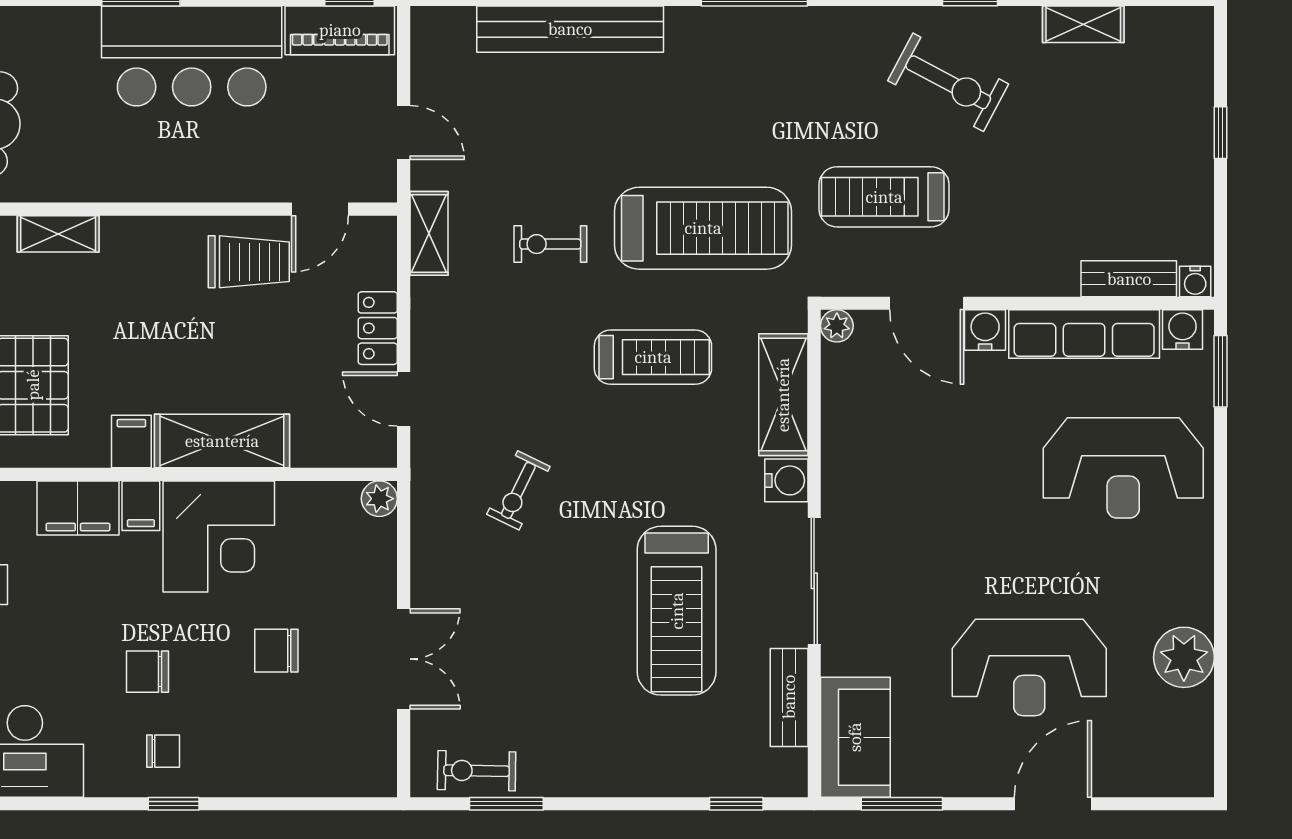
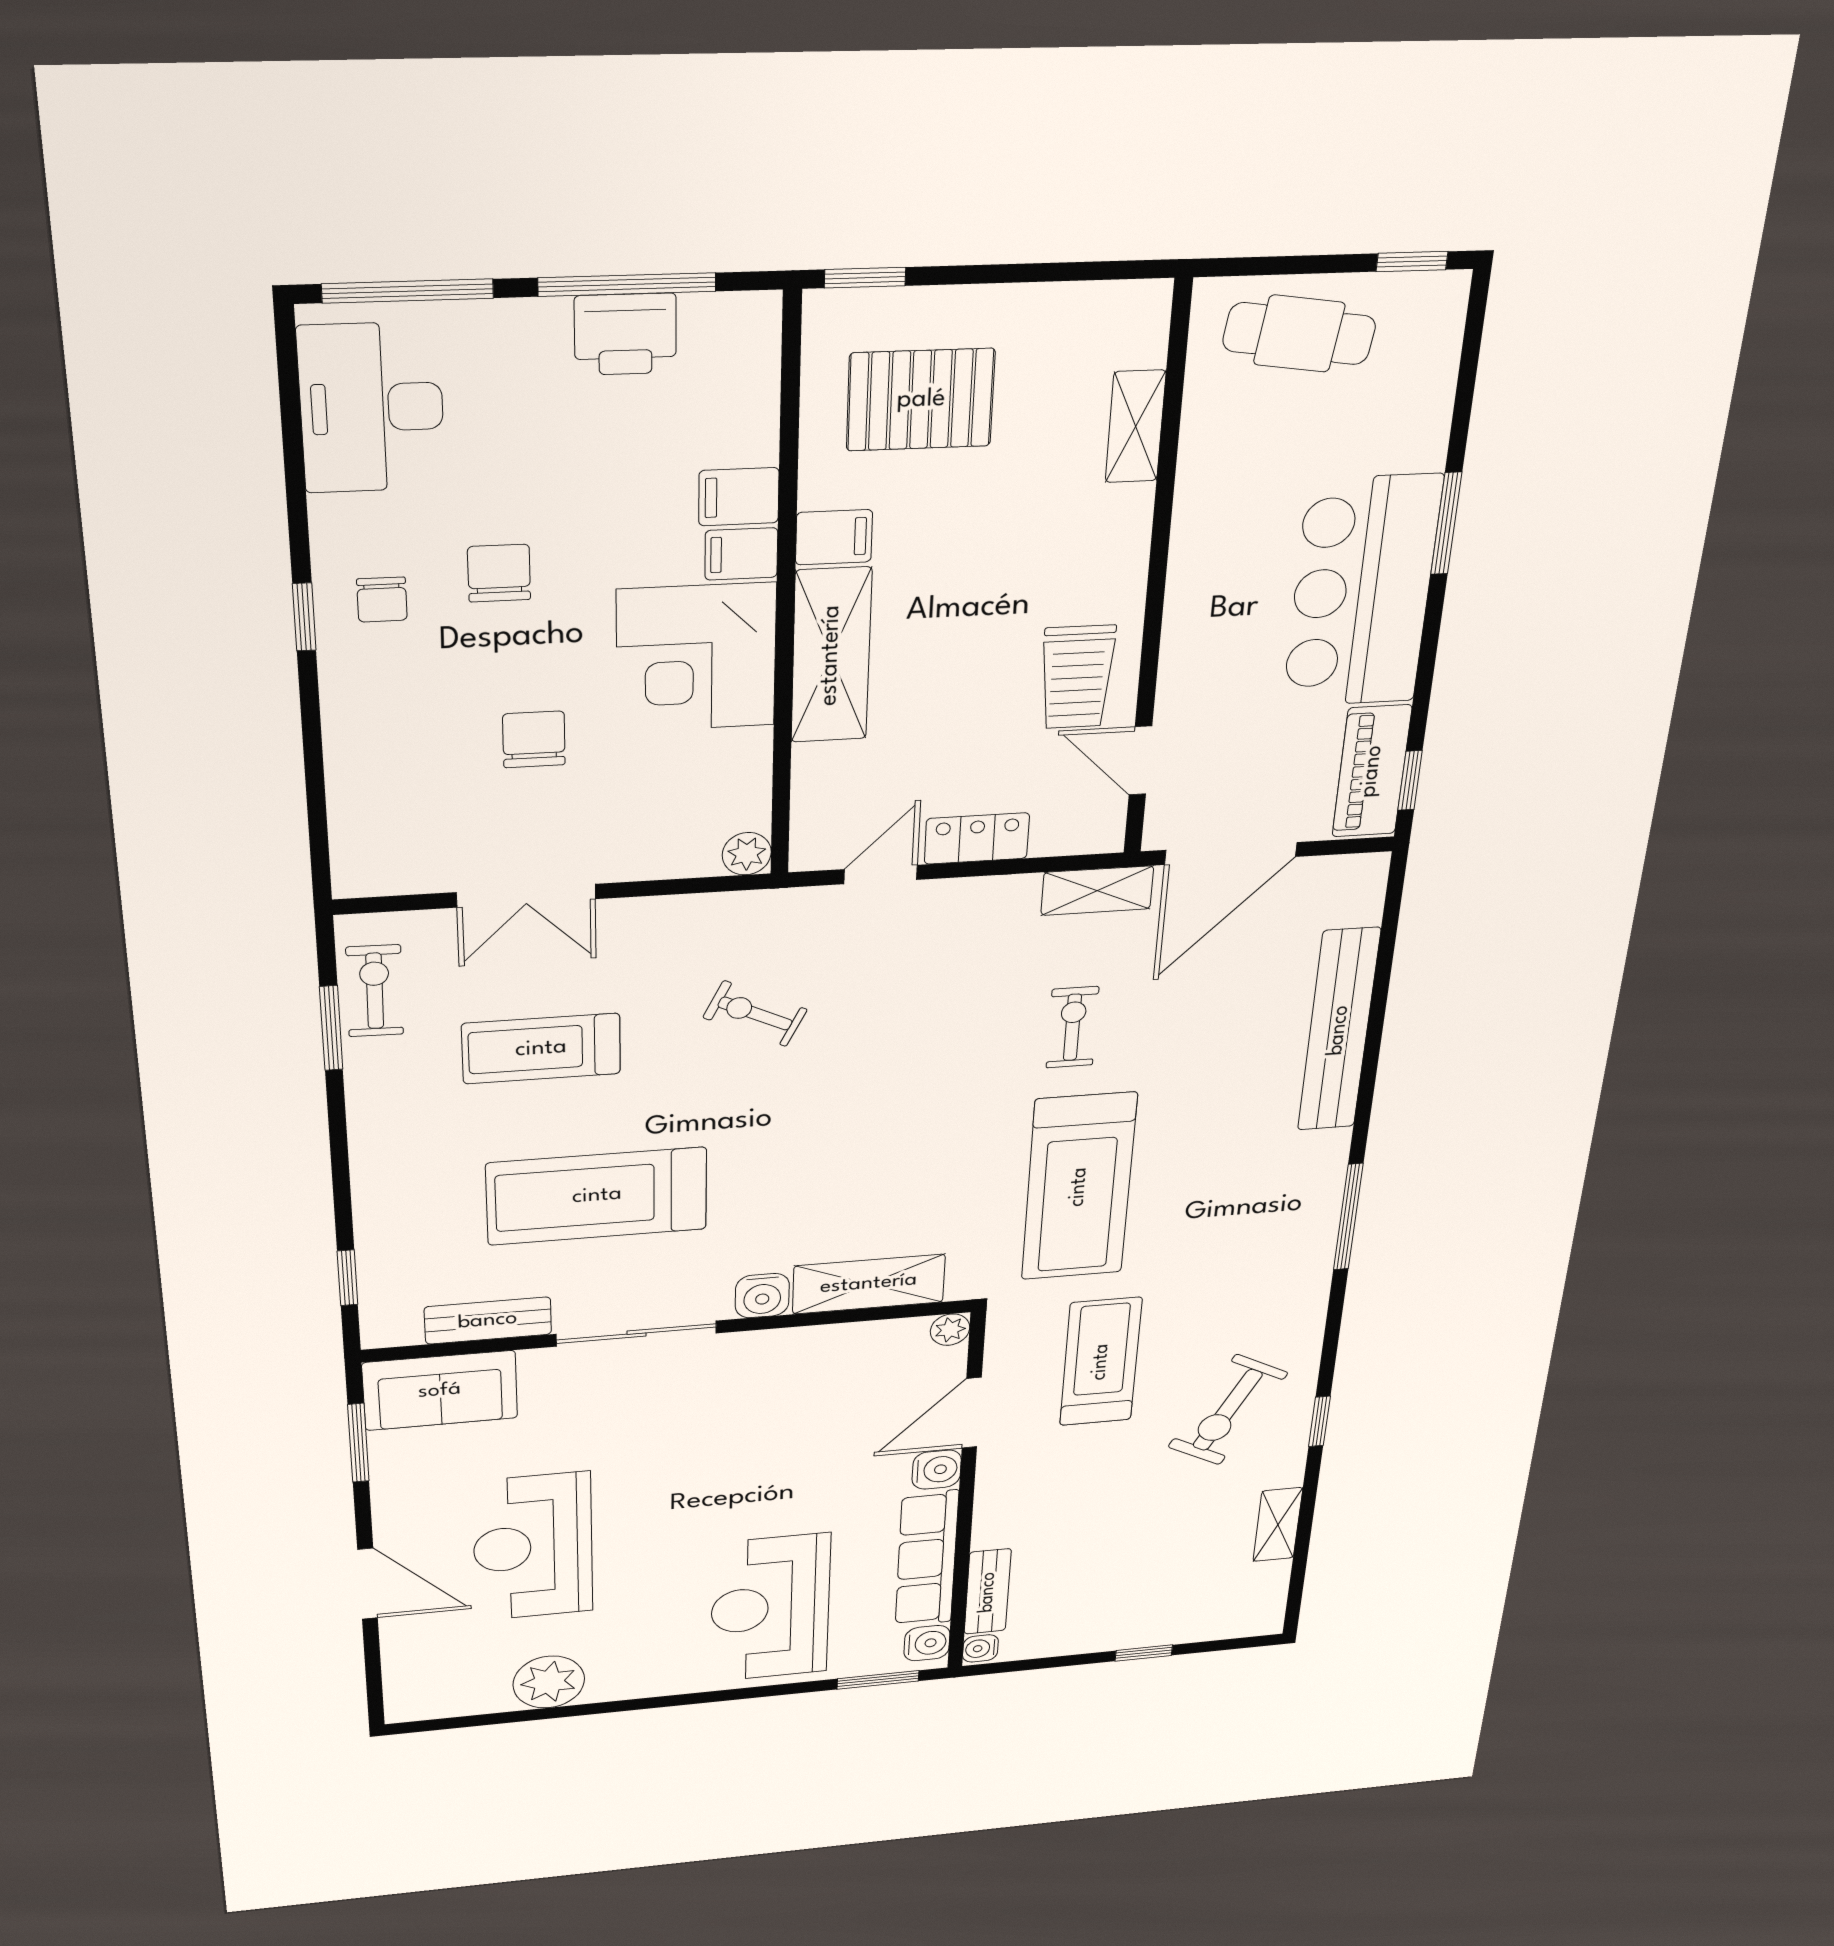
door: (404, 133) -> (1231, 853), width x1.88
treadmill: (653, 357) -> (541, 1049), moved, turned 90
filing cabinet: (78, 508) -> (739, 497), width x0.50

